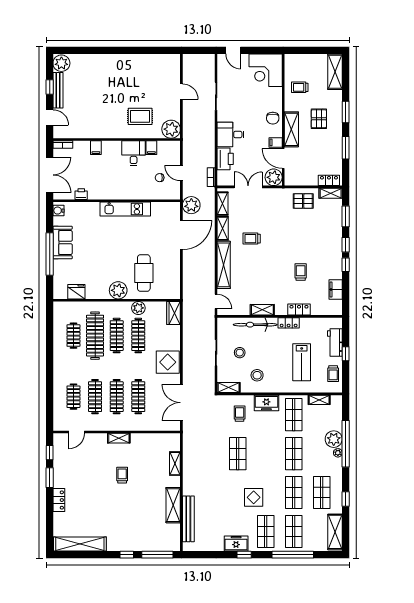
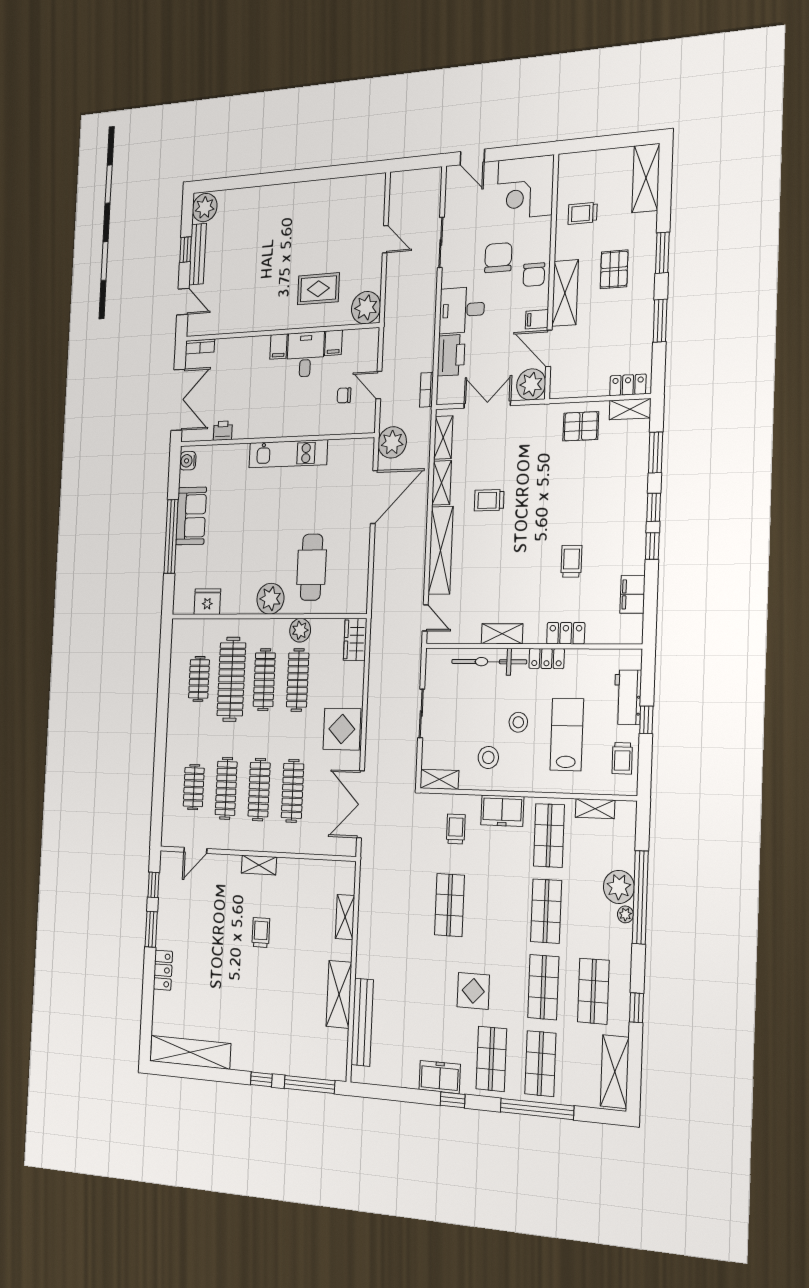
chair: (251, 107) -> (498, 258), added
filing cabinet: (96, 148) -> (279, 346), moved
stool: (240, 353) -> (518, 722), moved
lab bench: (302, 362) -> (567, 734), turned 180

